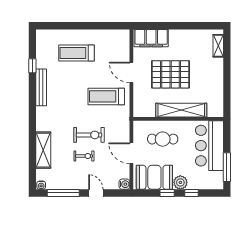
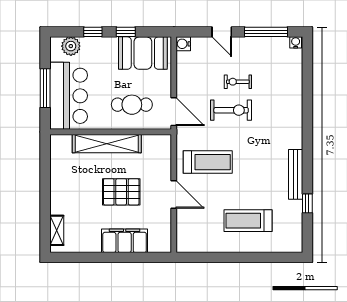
filing cabinet: (151, 38) -> (125, 241), moved
treadmill: (76, 53) -> (248, 221), turned 180
pallet: (171, 74) -> (121, 192), width x0.73, depth x0.71
exercise bike: (89, 135) -> (231, 110), turned 180
shelving: (43, 150) -> (293, 90), removed
door: (131, 153) -> (174, 112), moved
window: (227, 167) -> (45, 88), moved
plant: (180, 182) -> (71, 46), moved

